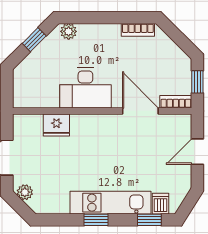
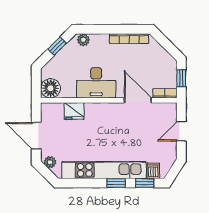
bookcase: (138, 30) -> (129, 39), width x1.56
floor lamp: (25, 95) -> (50, 88), added
kitchen unit: (110, 203) -> (104, 170), width x1.36
window: (96, 220) -> (116, 183), moved

